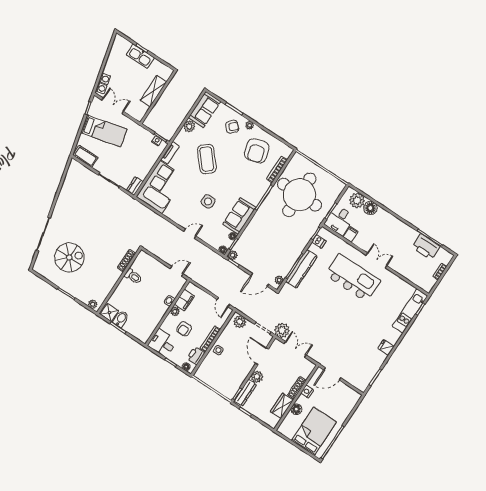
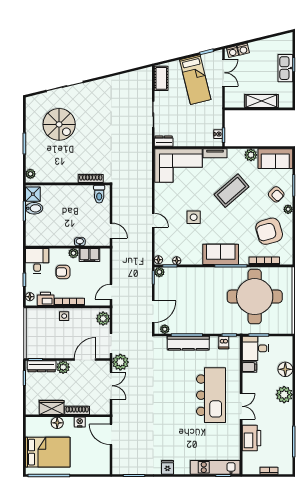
plant: (357, 200) -> (284, 395), moved
sofa: (239, 216) -> (221, 254), moved
printer: (426, 247) -> (252, 438), moved, turned 180
toilet: (133, 276) -> (99, 194), moved
door: (260, 280) -> (153, 312), swing flipped

